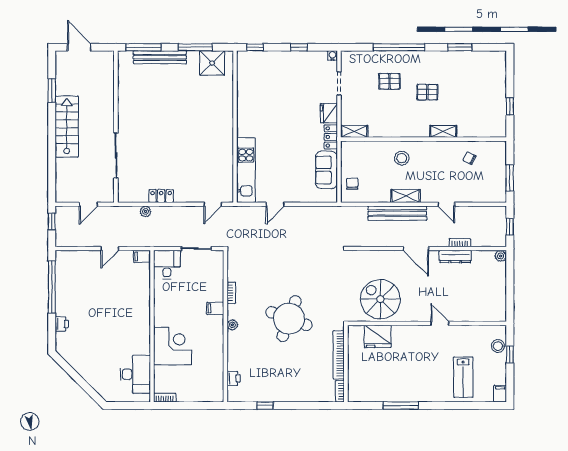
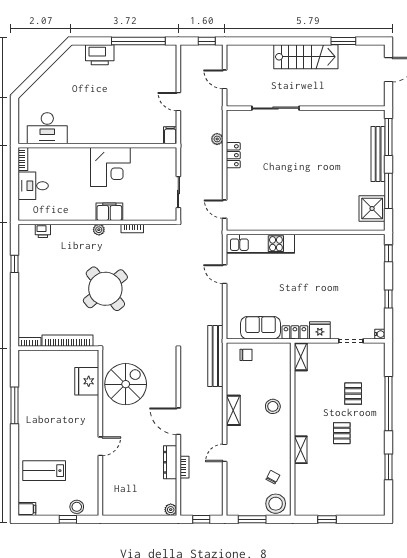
stool: (495, 155) -> (276, 504), added
bench: (397, 213) -> (215, 356), moved
door: (416, 249) -> (178, 421), hinge flipped
desk: (167, 265) -> (33, 186), moved, turned 180
filing cabinet: (215, 308) -> (109, 212), width x2.00
round table: (289, 319) -> (105, 289), turned 31
printer: (62, 324) -> (100, 55), width x1.87, depth x1.48
corner desk: (172, 346) -> (110, 167), moved

